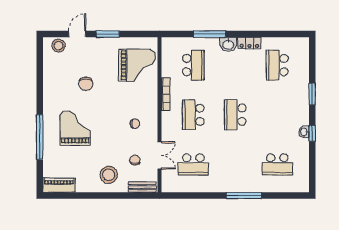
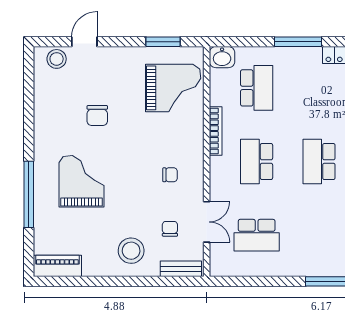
window: (108, 34) -> (163, 42), moved
window: (210, 34) -> (298, 42), moved
washbasin: (228, 44) -> (222, 57), moved

